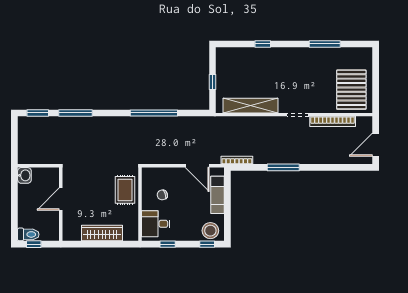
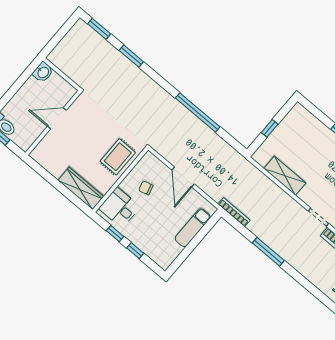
shelving: (251, 106) -> (285, 176), width x0.68
window: (76, 113) -> (131, 56), width x0.69
door: (197, 166) -> (183, 177), moved
stool: (210, 231) -> (161, 253), removed
wardrobe: (102, 233) -> (81, 188), moved
window: (207, 244) -> (135, 251), moved

